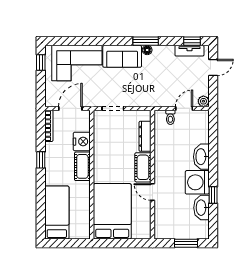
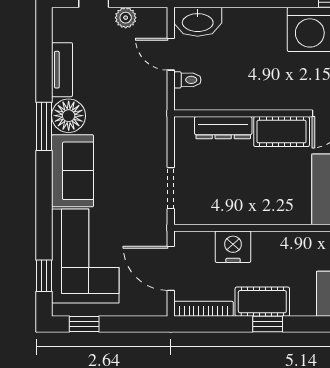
window: (192, 41) -> (44, 276), moved
floor lamp: (147, 50) -> (69, 116), width x1.89, depth x1.89
tv unit: (189, 51) -> (62, 70), moved
plant: (203, 101) -> (126, 18), moved
washbasin: (201, 157) -> (198, 22), moved
cot: (82, 166) -> (262, 302), moved

